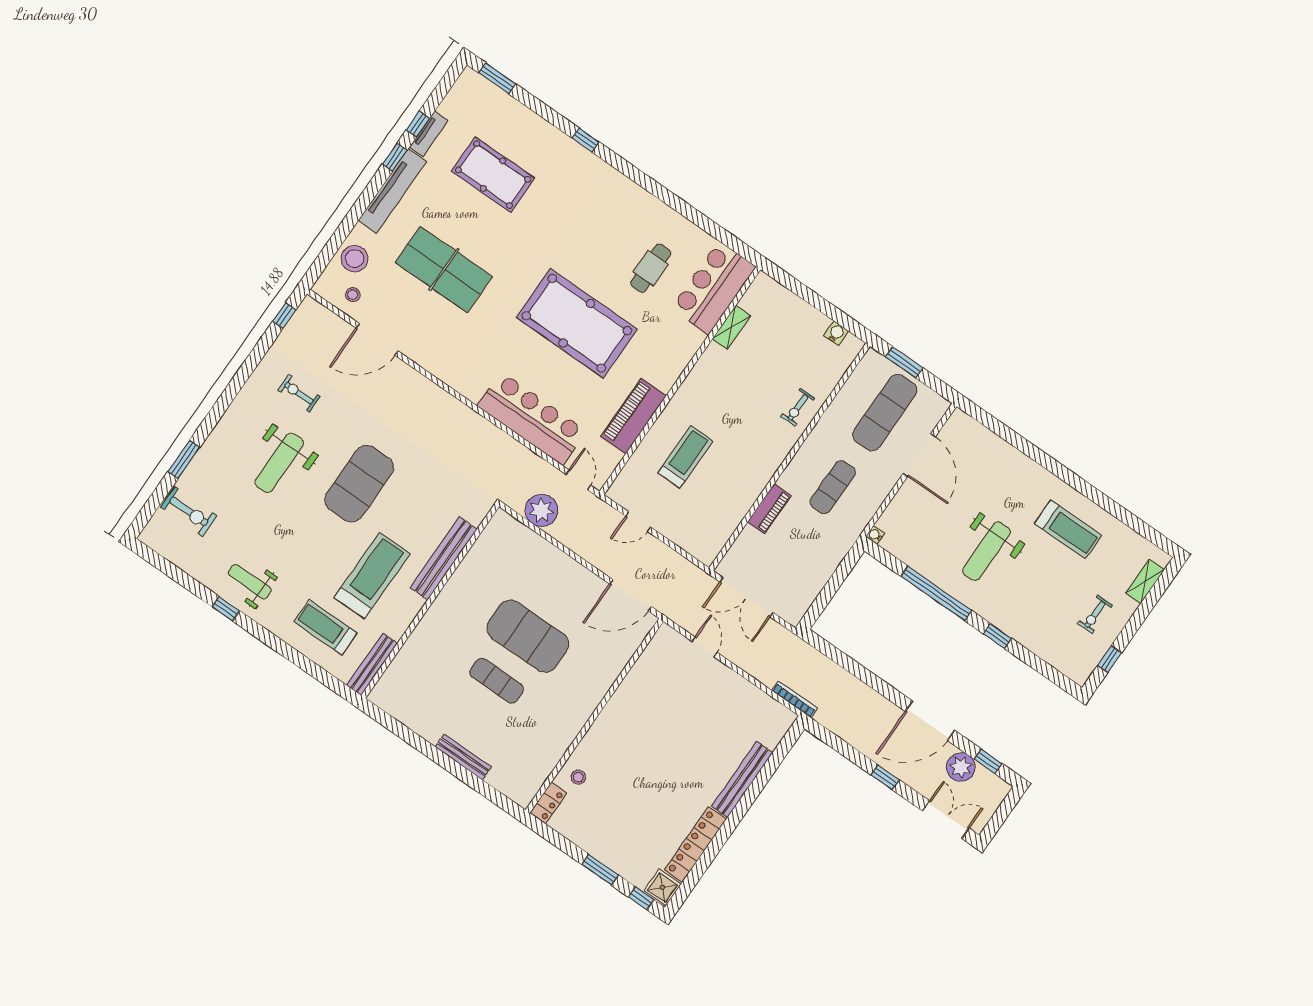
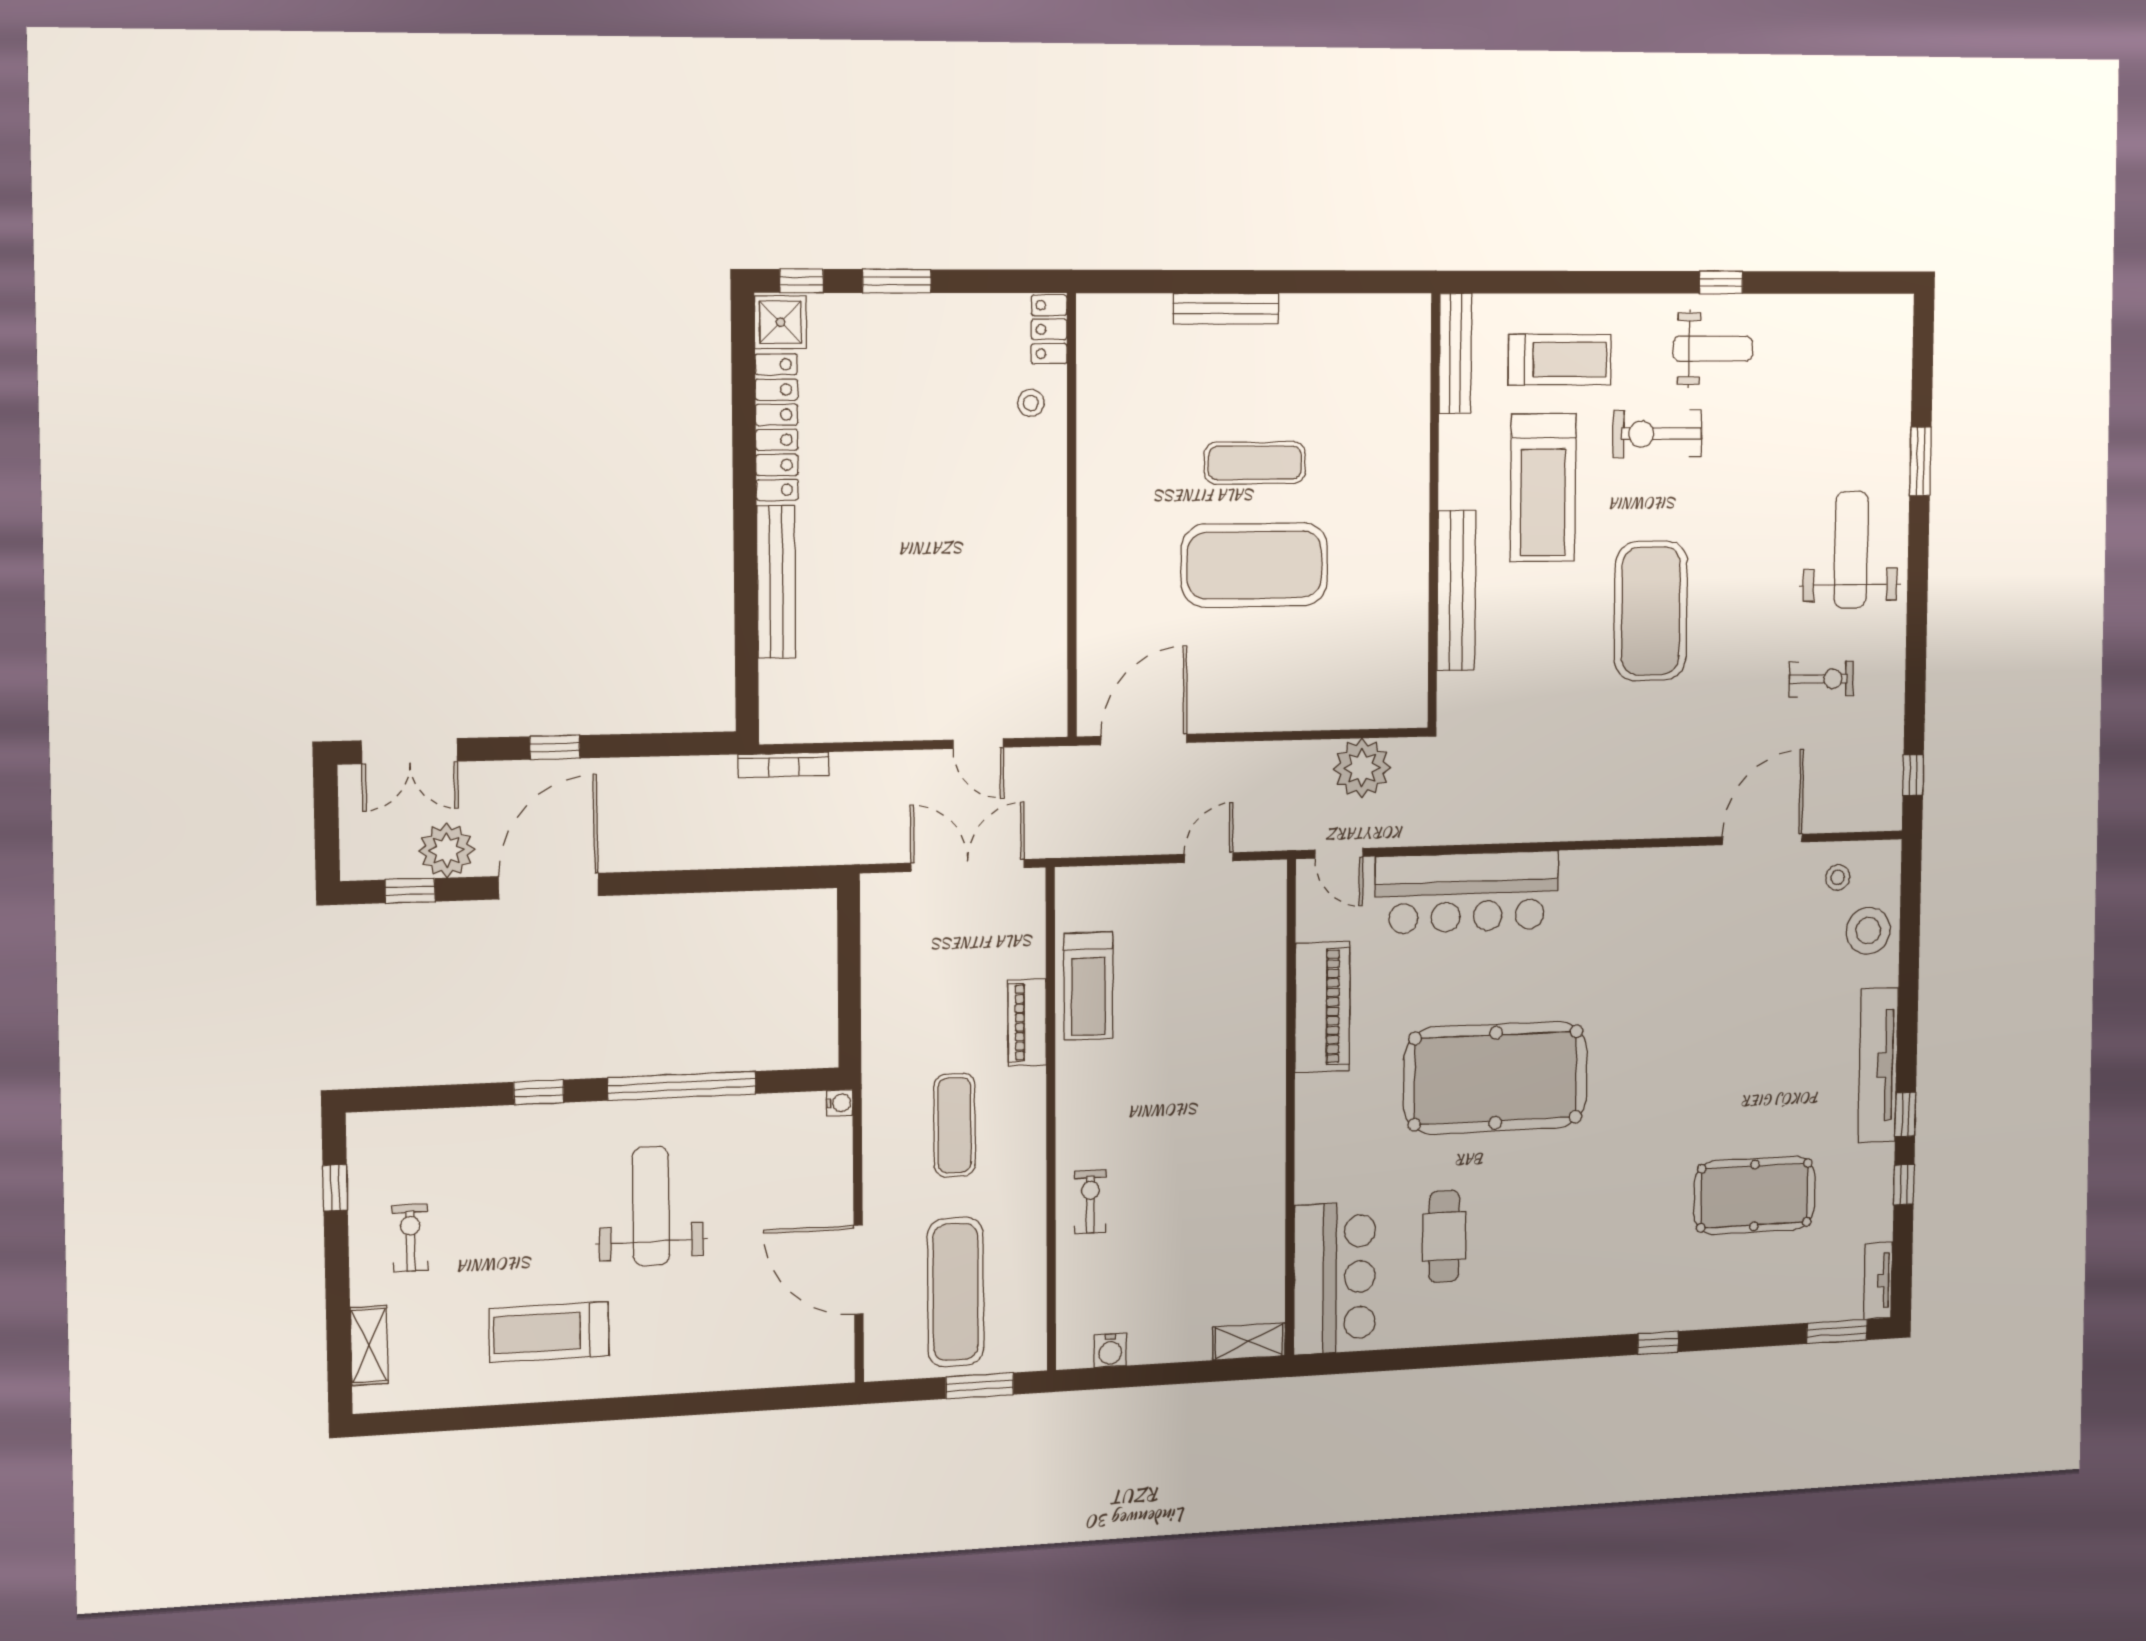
tv unit: (429, 134) -> (1878, 1281), moved
table tennis table: (444, 269) -> (1734, 1010), removed
shelving: (732, 327) -> (1249, 1341), moved, turned 90
treadmill: (685, 457) -> (1088, 986), moved
weight bench: (279, 463) -> (1851, 550), moved
exercise bike: (189, 511) -> (1657, 434), moved

